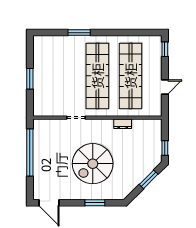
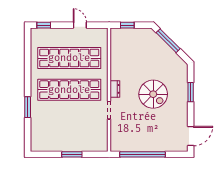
dresser: (123, 124) -> (115, 89), moved
window: (165, 148) -> (127, 25), moved
spiral stairs: (93, 164) -> (153, 94), width x0.73, depth x0.73
window: (149, 179) -> (168, 41), width x1.44

